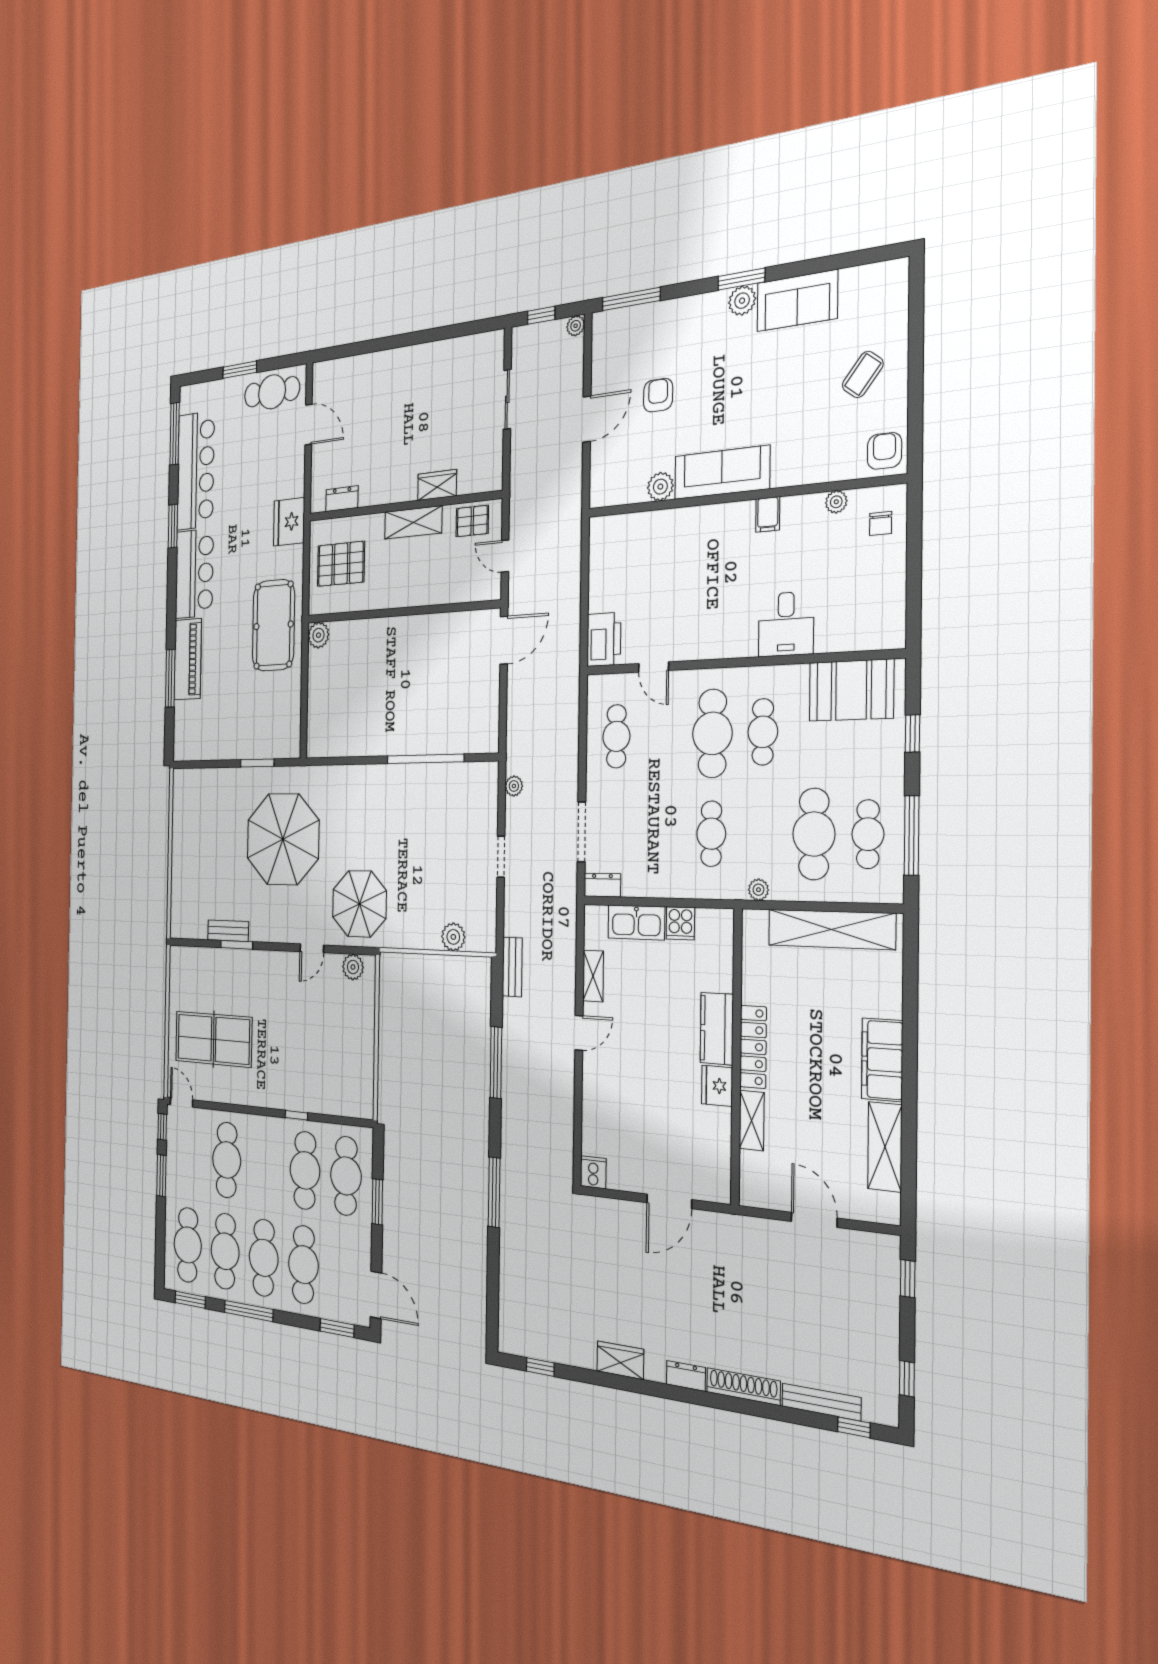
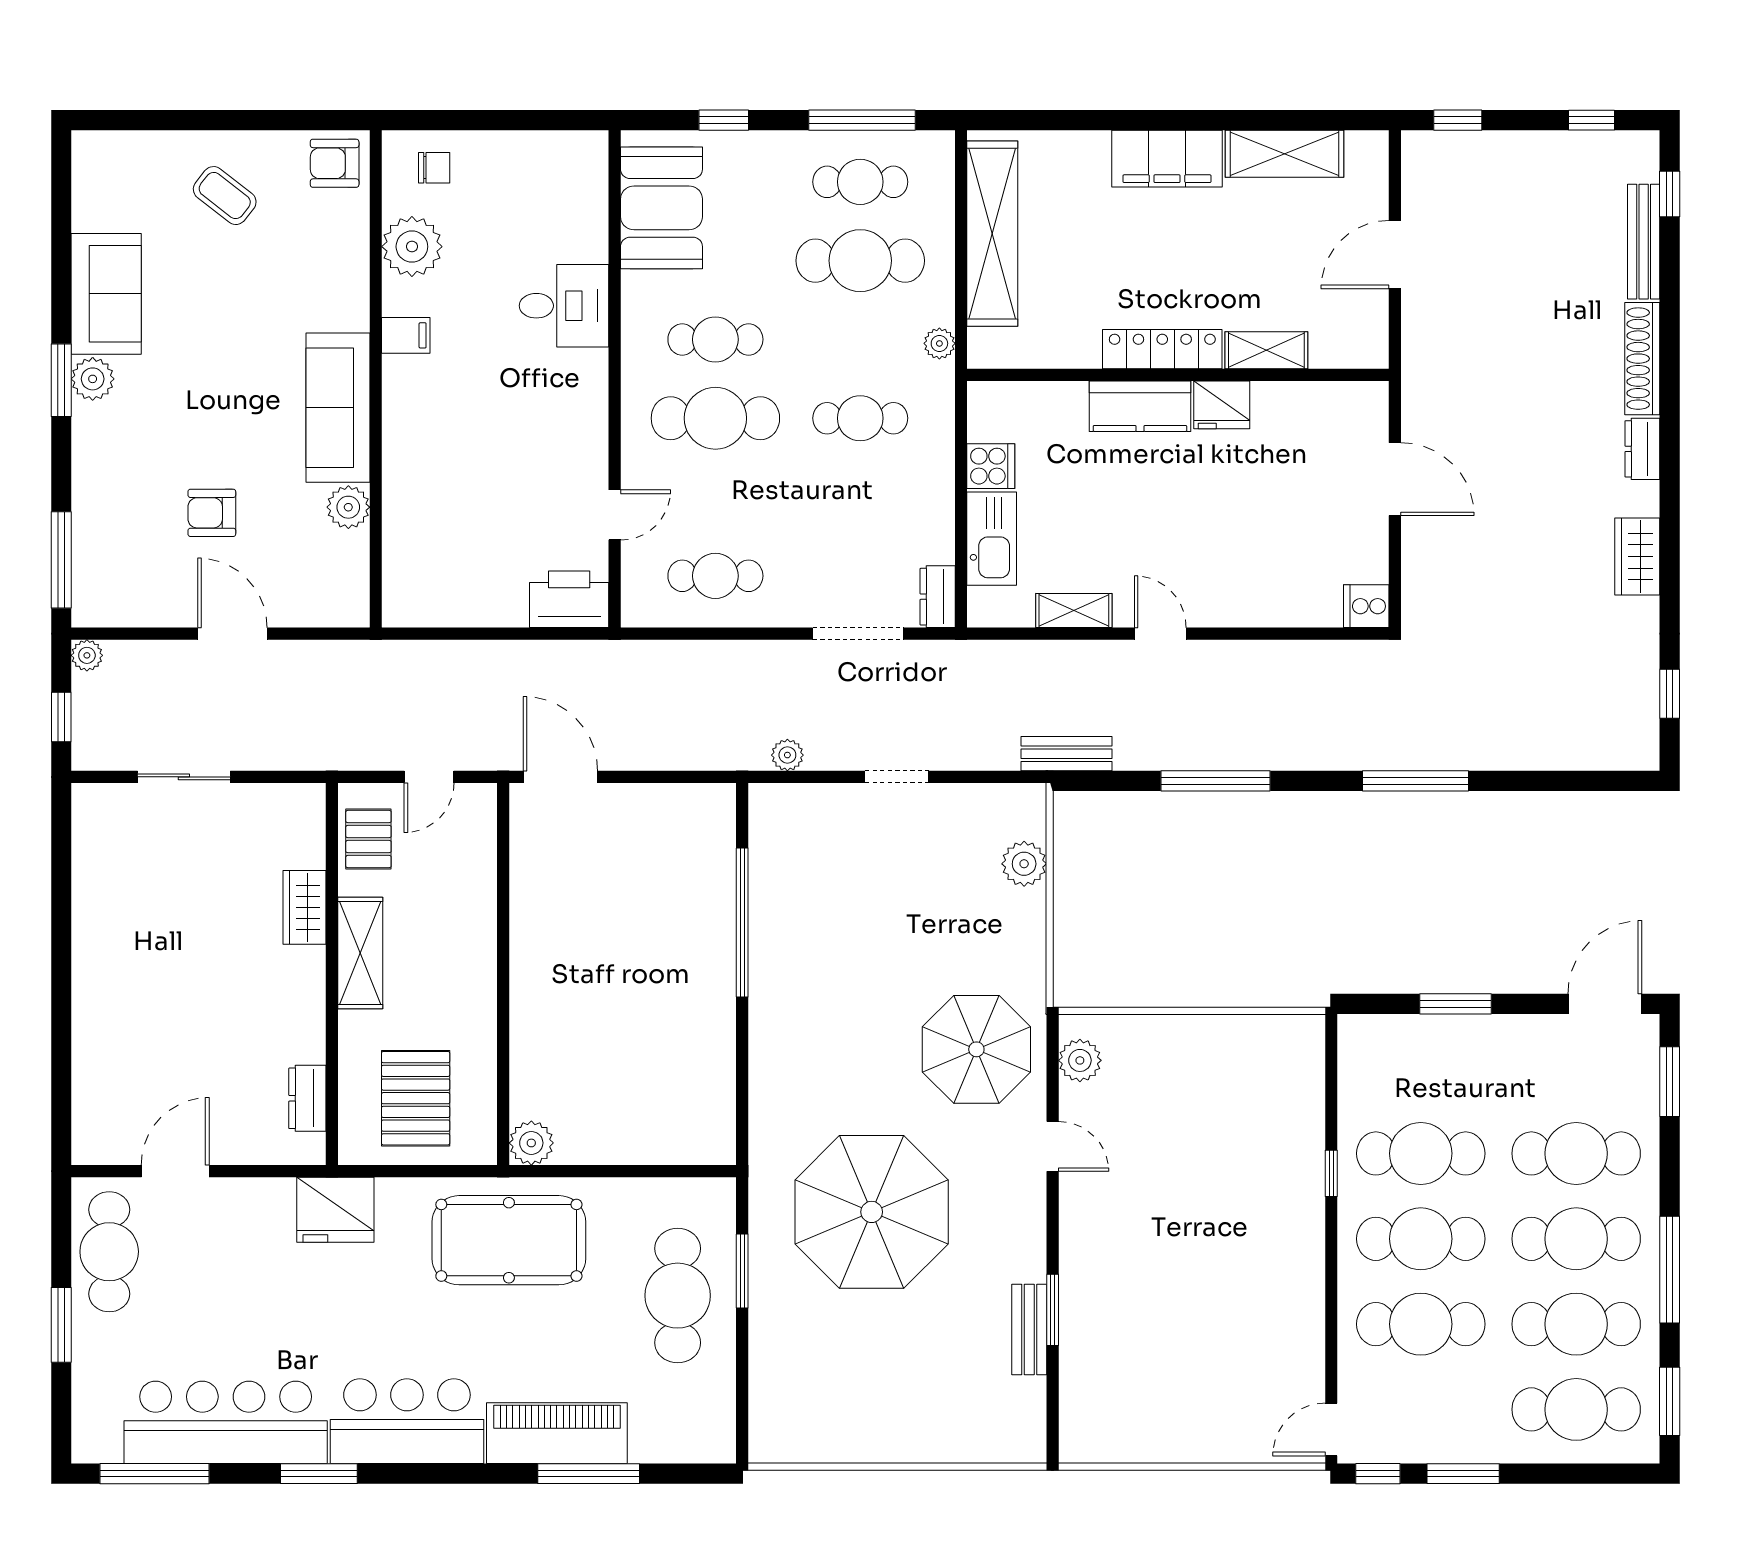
plant: (836, 502) -> (412, 247), width x1.88, depth x1.88
cafe table: (247, 726) -> (678, 1296), added
table tennis table: (214, 1039) -> (1217, 1358), removed
cafe table: (346, 1176) -> (1421, 1239), moved

